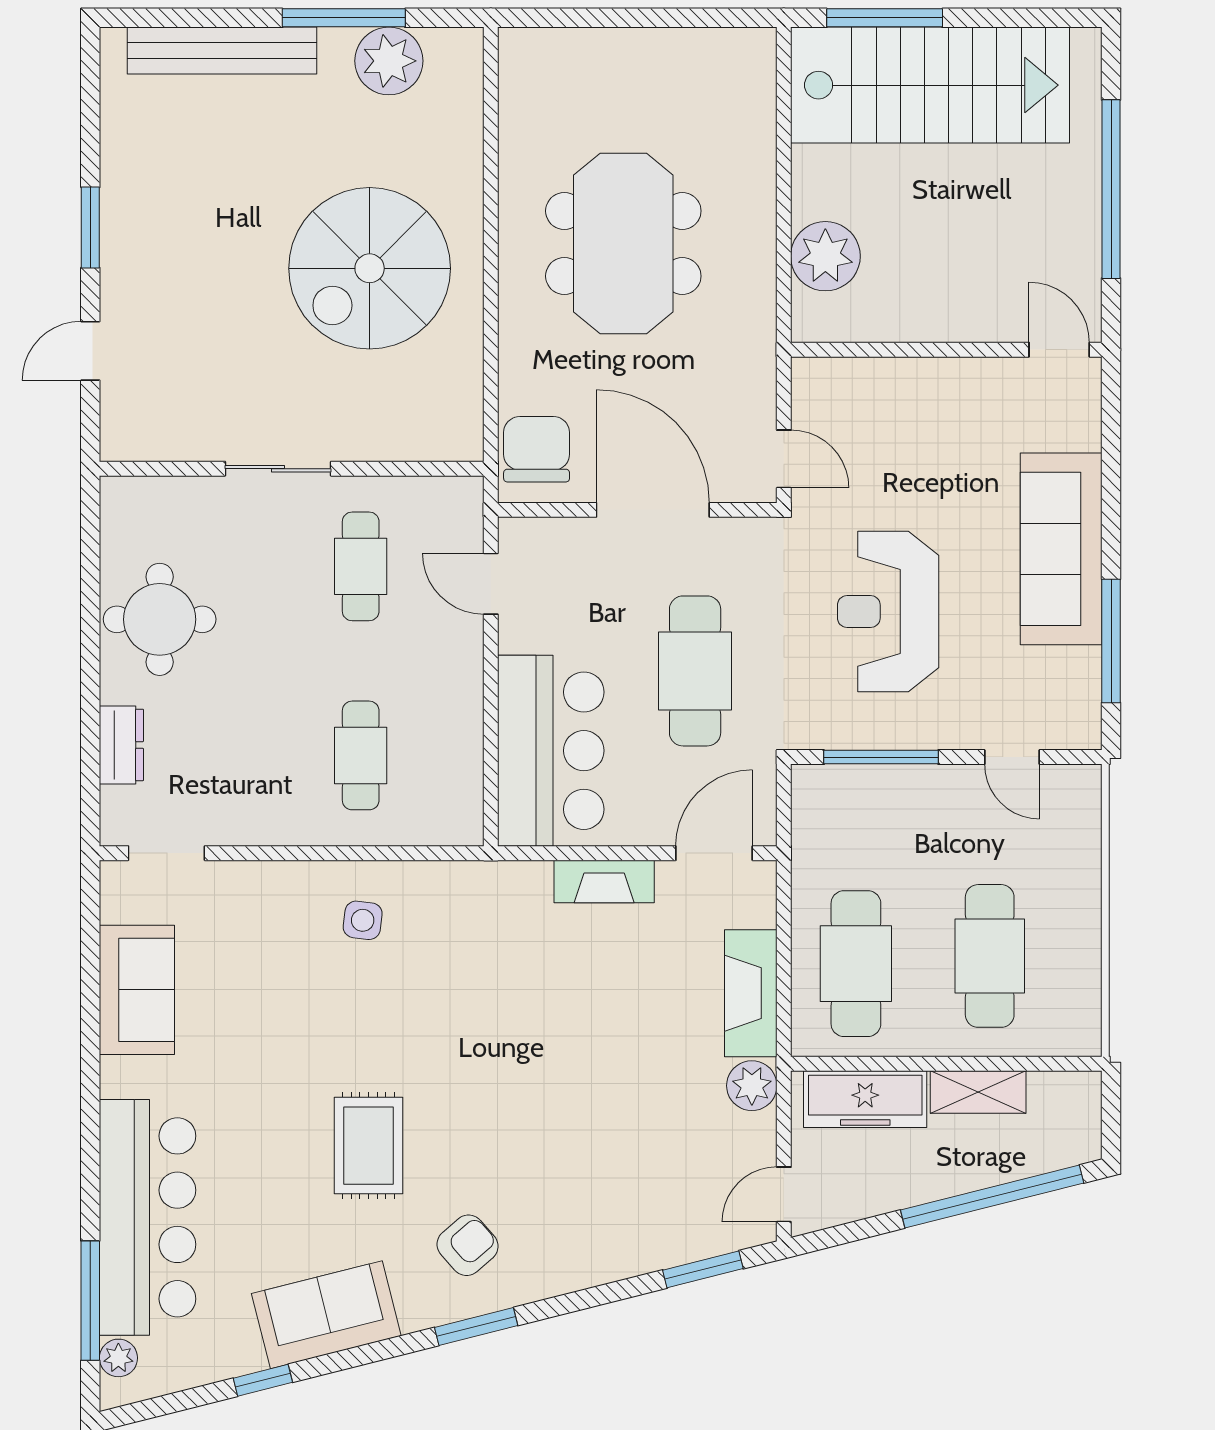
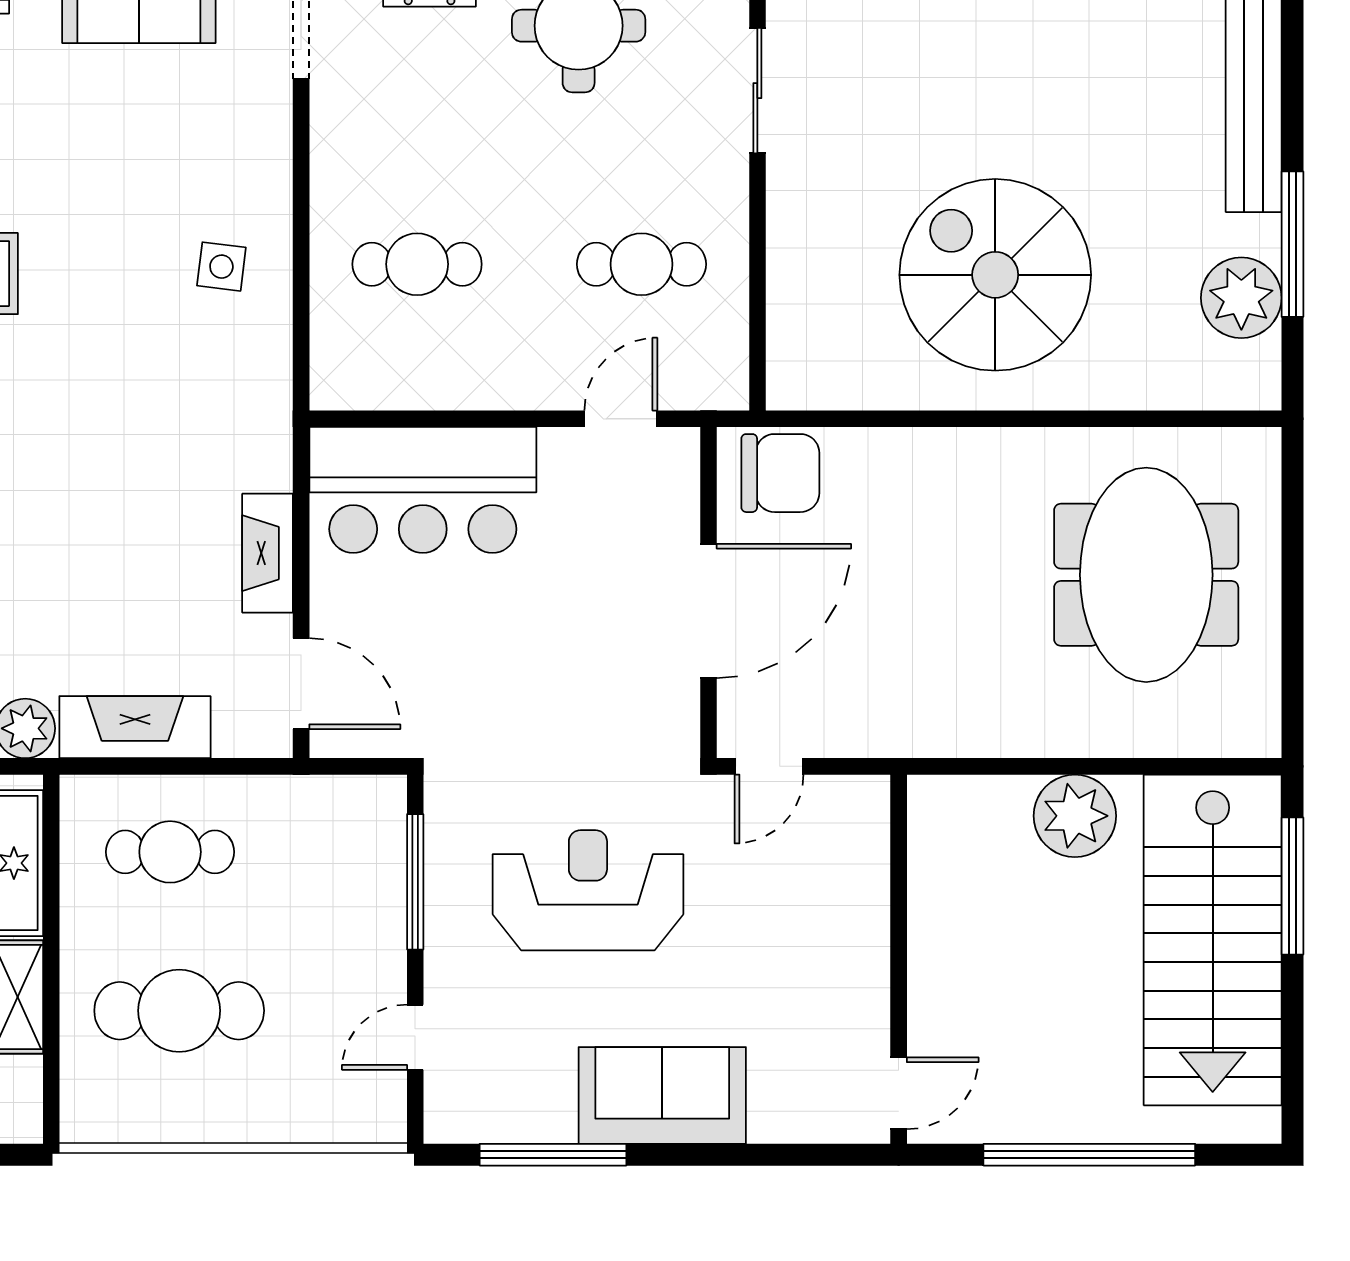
meeting table: (623, 244) -> (1146, 575), moved, turned 90
plant: (825, 256) -> (1075, 816), moved
sliding door: (278, 469) -> (757, 91), moved
sofa: (1061, 549) -> (662, 1095), width x0.73
cafe table: (695, 671) -> (517, 661), removed
cafe table: (856, 964) -> (170, 852), width x0.73, depth x0.74

